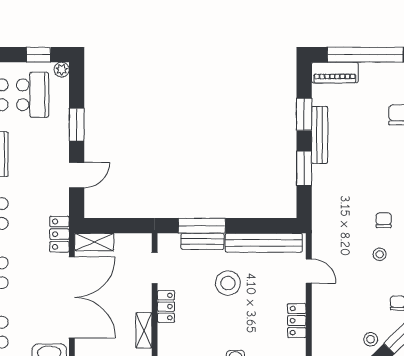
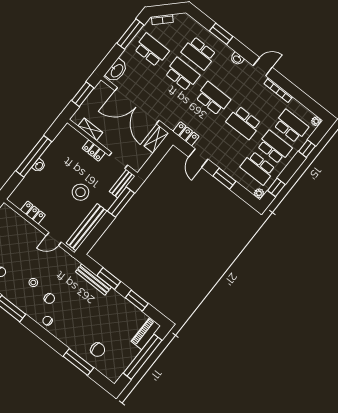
bench: (320, 135) -> (93, 279), moved
locker: (59, 234) -> (186, 134), moved
bench: (203, 241) -> (122, 184), moved

